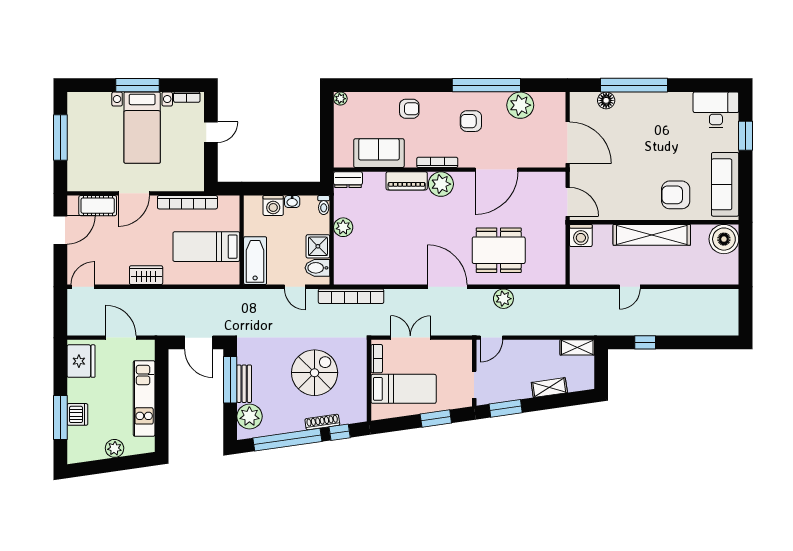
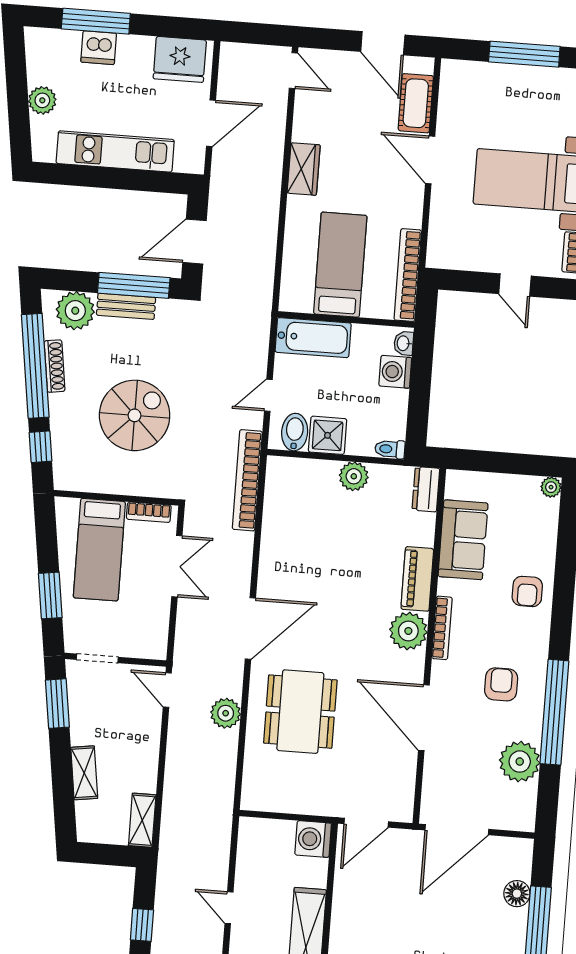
bookcase: (187, 202) -> (408, 275), moved
washbasin: (292, 202) -> (404, 343), moved
spiral stairs: (315, 373) -> (135, 415), turned -90
shoe rack: (322, 422) -> (55, 366), moved

